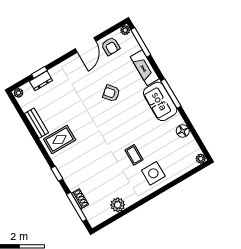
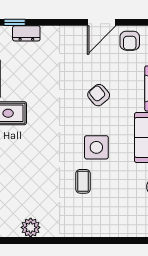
window: (39, 72) -> (15, 22), moved
side table: (153, 173) -> (96, 147), moved

